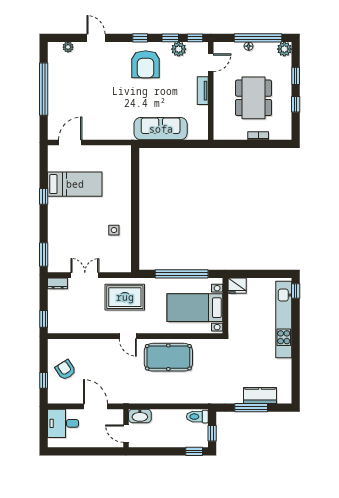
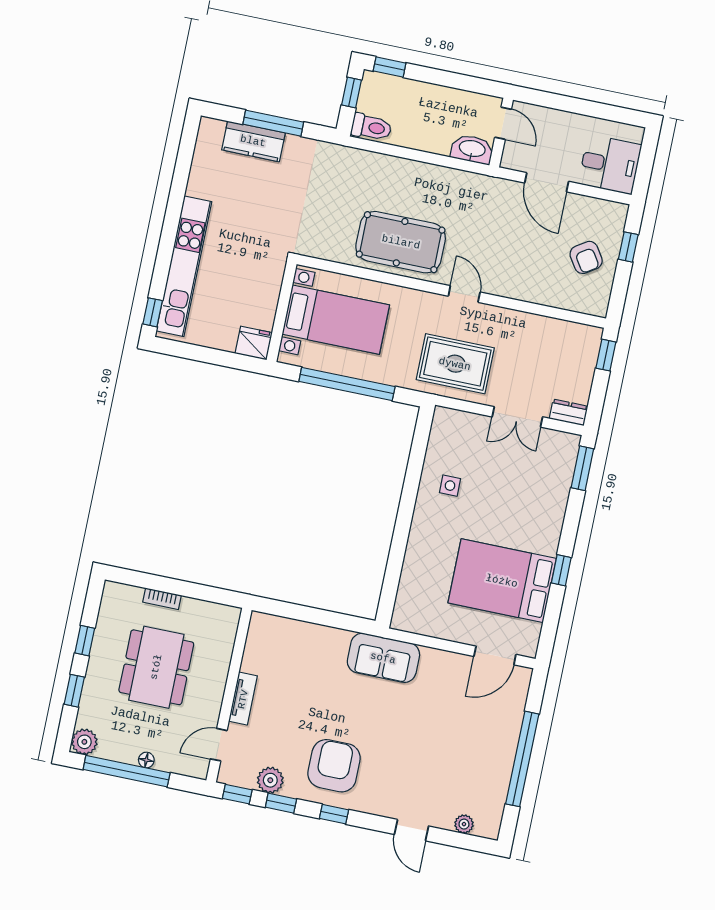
sofa: (161, 129) -> (383, 658), moved, width x0.73
bed: (75, 184) -> (502, 581), width x1.50

